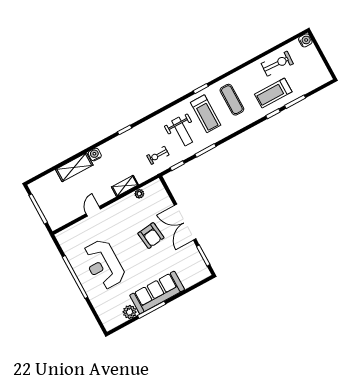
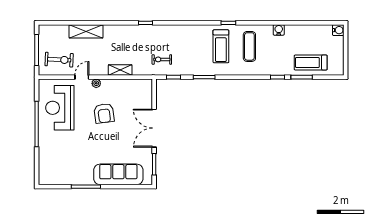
exercise bike: (277, 64) -> (59, 60), moved
treadmill: (273, 93) -> (311, 62), moved
weight bench: (182, 132) -> (193, 50), removed
water cooler: (95, 154) -> (279, 30), moved
plant: (139, 194) -> (96, 83), moved
armchair: (151, 236) -> (104, 113), moved
reception desk: (104, 265) -> (60, 108), moved
sofa: (157, 292) -> (118, 174), moved
plant: (130, 312) -> (67, 178), removed

